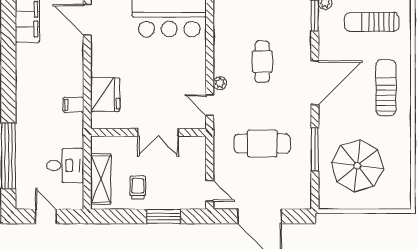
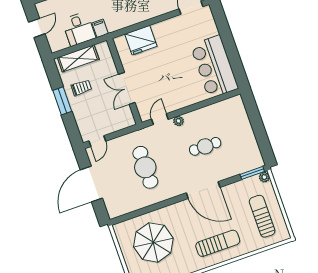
filing cabinet: (73, 105) -> (100, 28), moved
window: (315, 149) -> (154, 207), removed
window: (164, 216) -> (62, 101), moved

